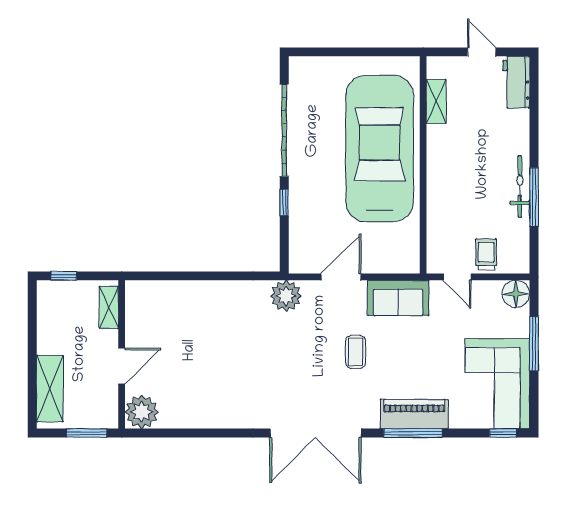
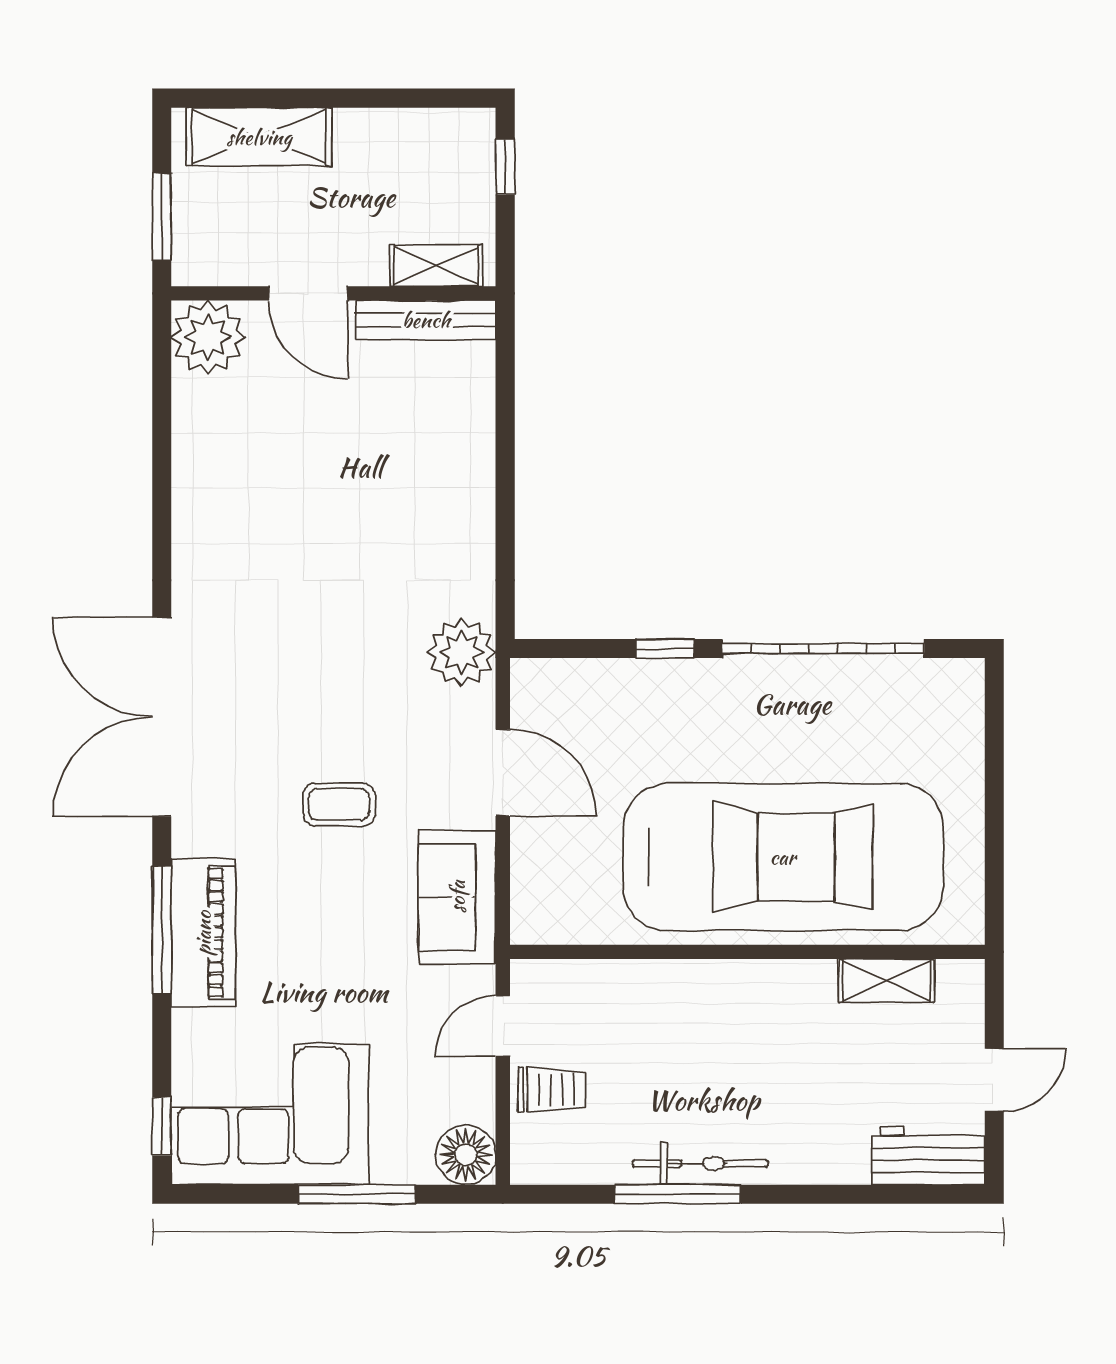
bench: (134, 312) -> (426, 320), added

